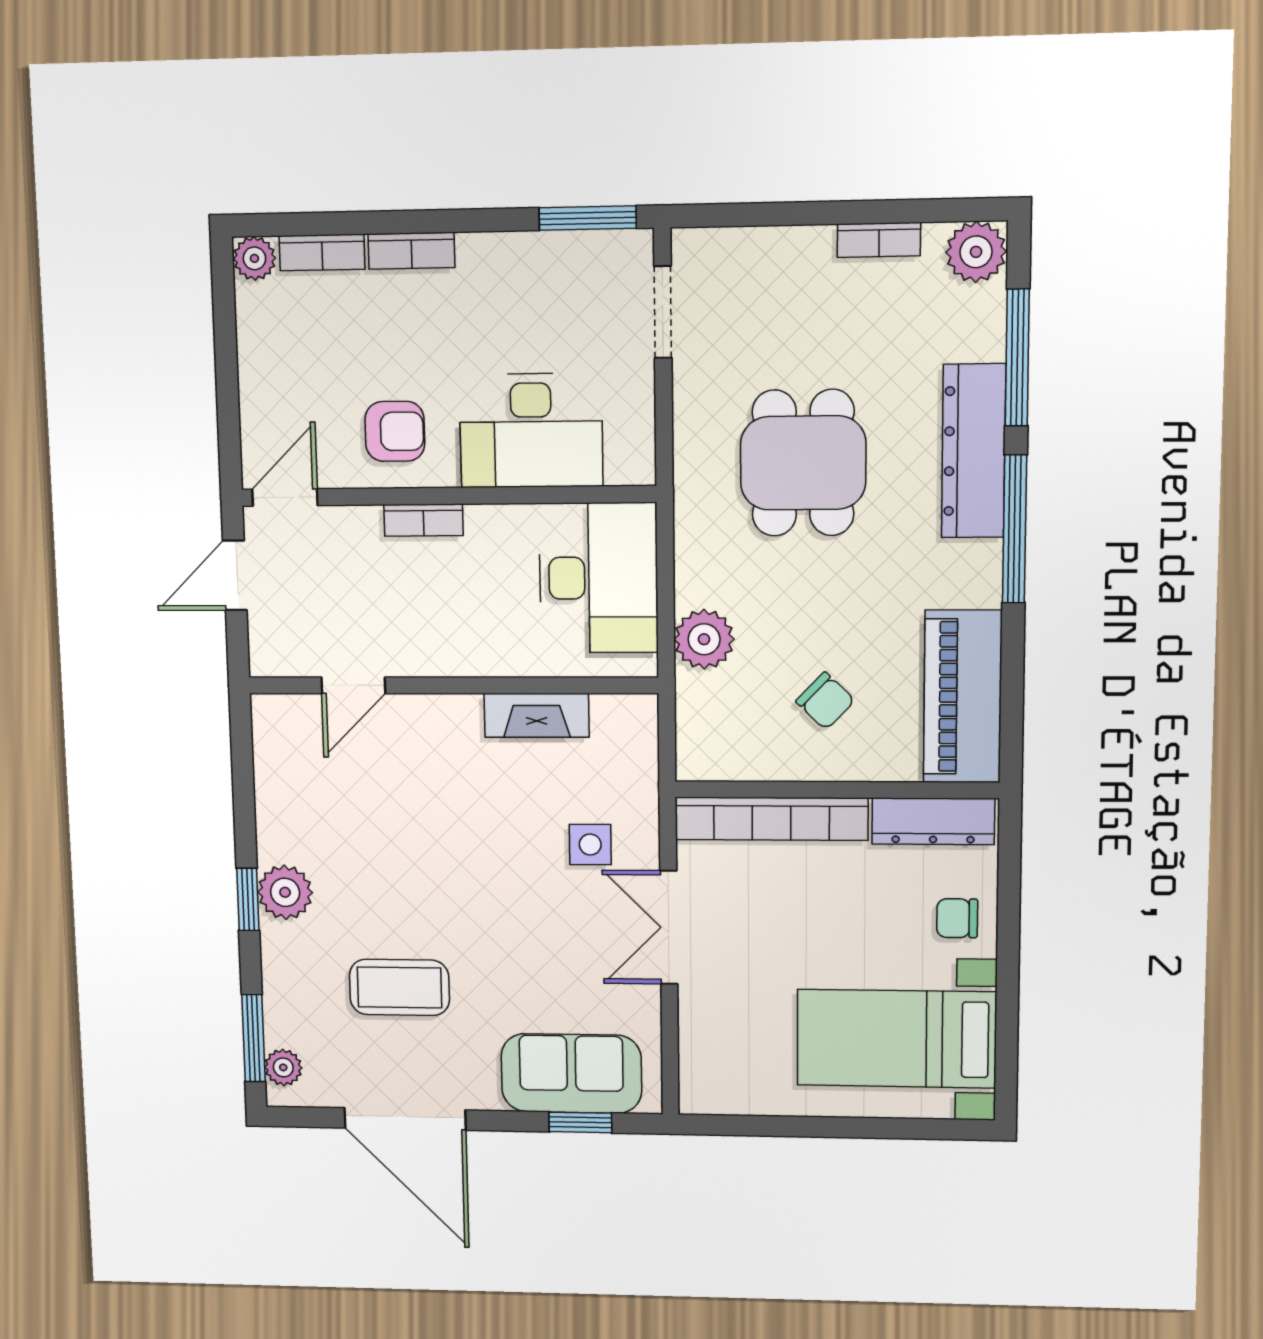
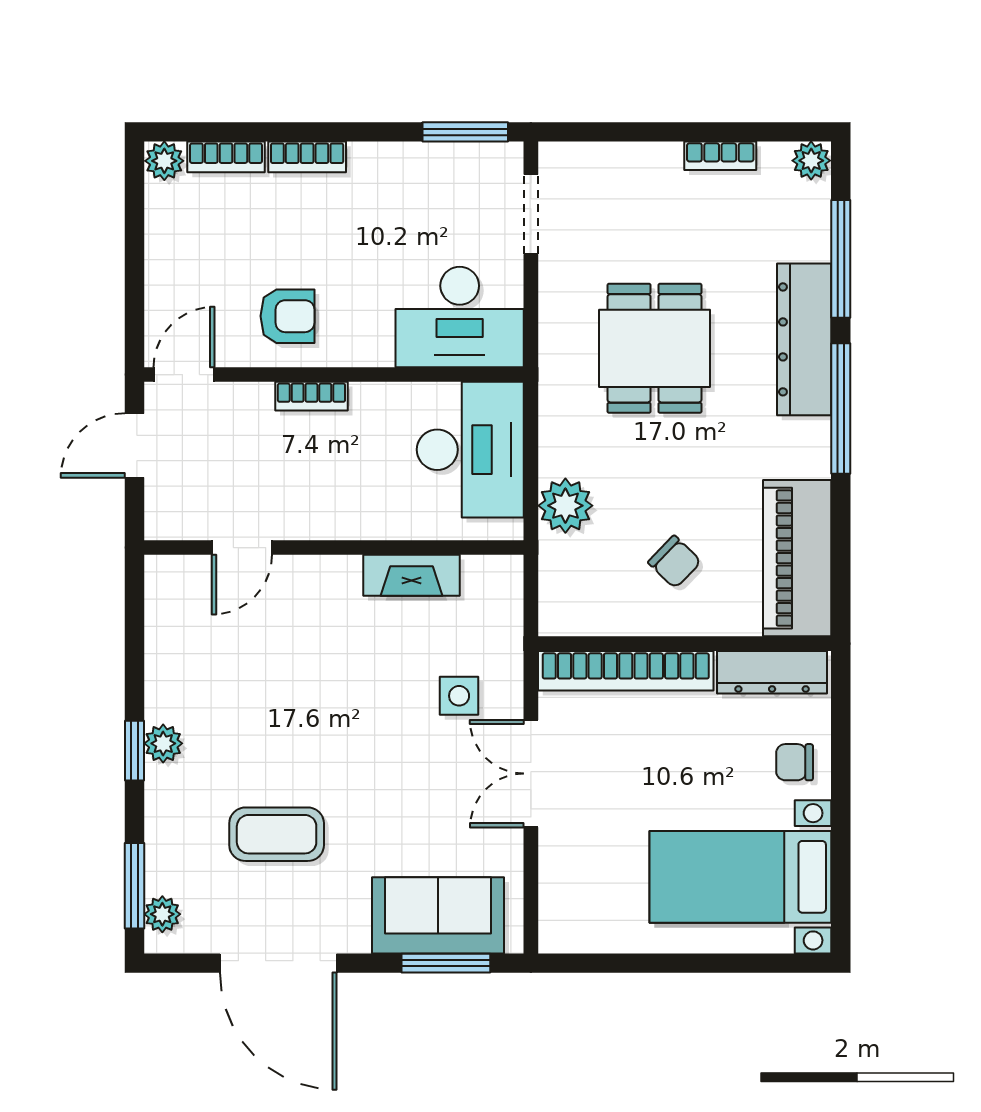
plant: (976, 252) -> (811, 161), width x0.73, depth x0.73
desk: (531, 431) -> (460, 317), moved
plant: (285, 892) -> (163, 743), width x0.73, depth x0.73
window: (580, 1122) -> (446, 963), width x1.50

